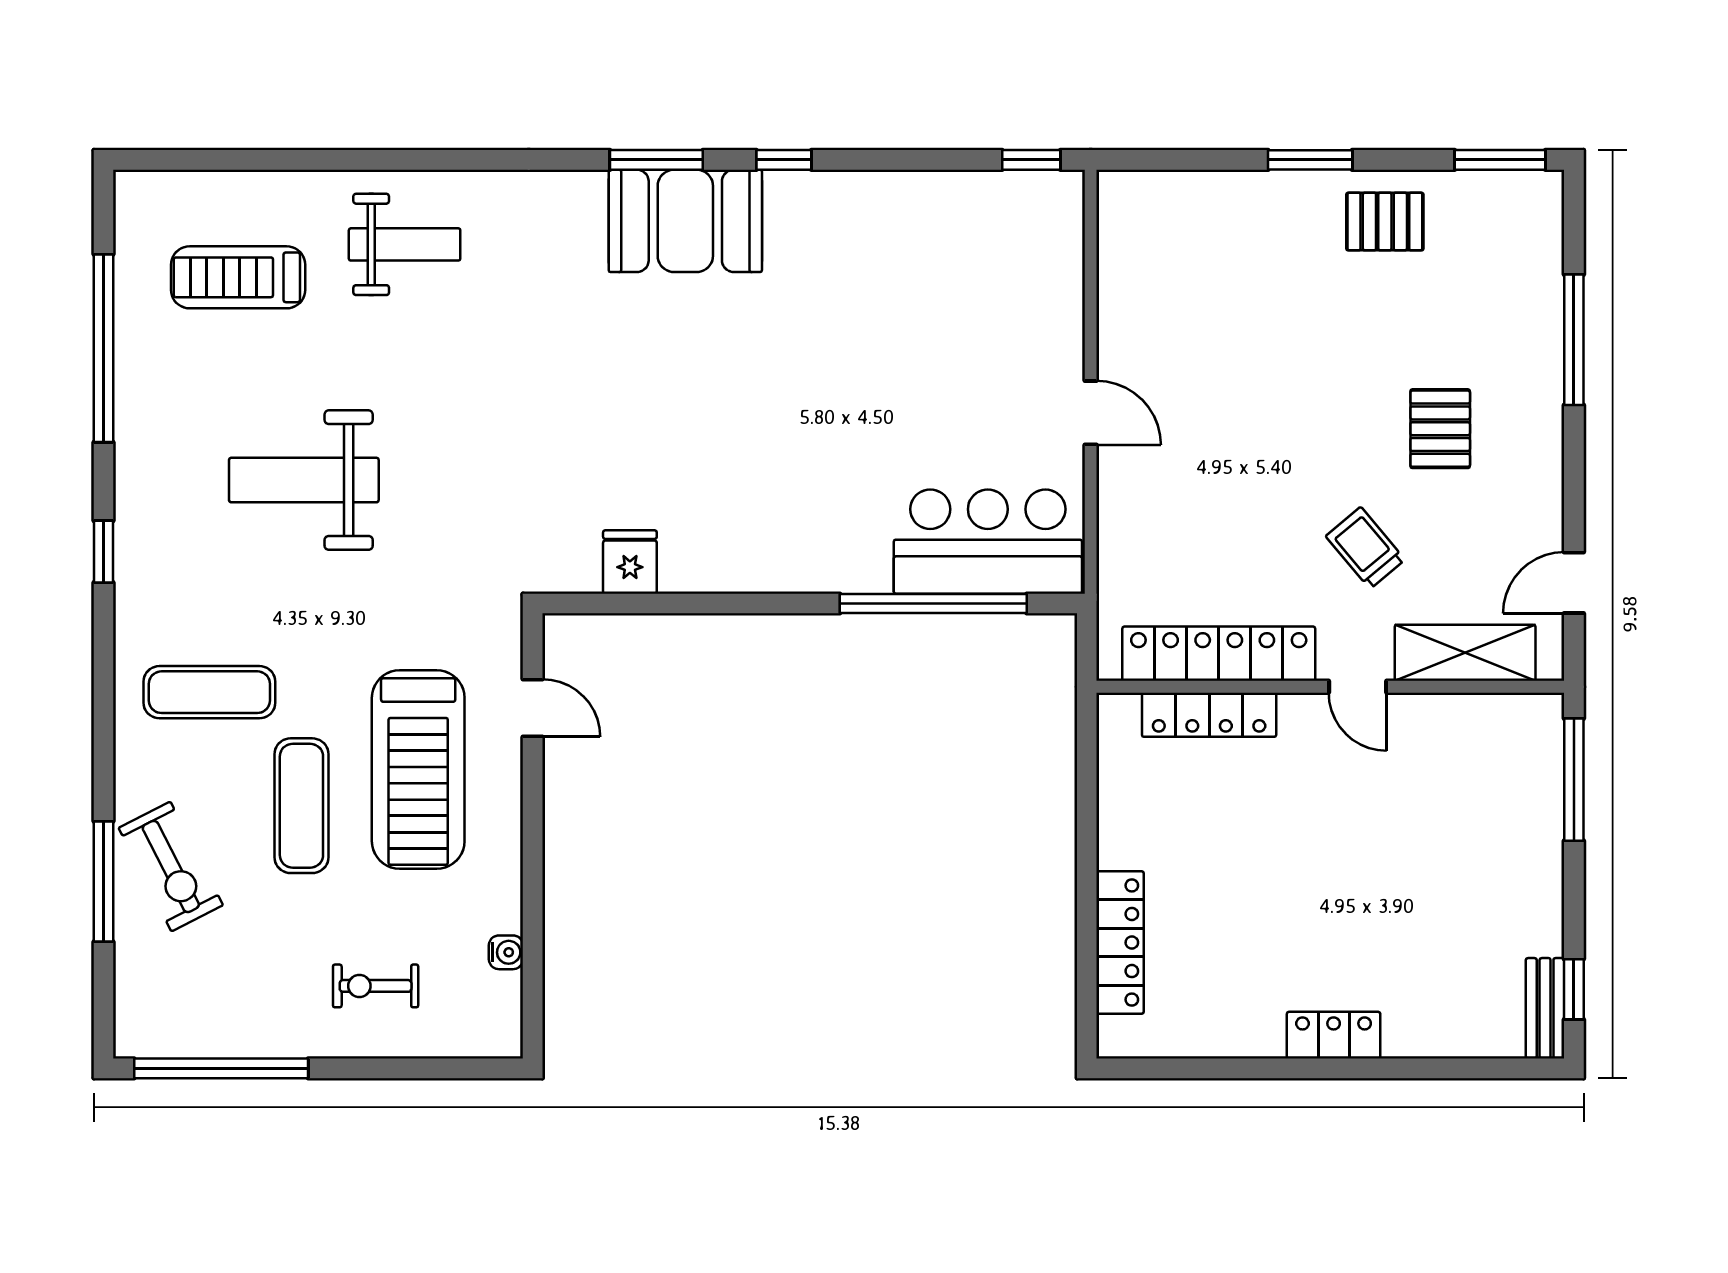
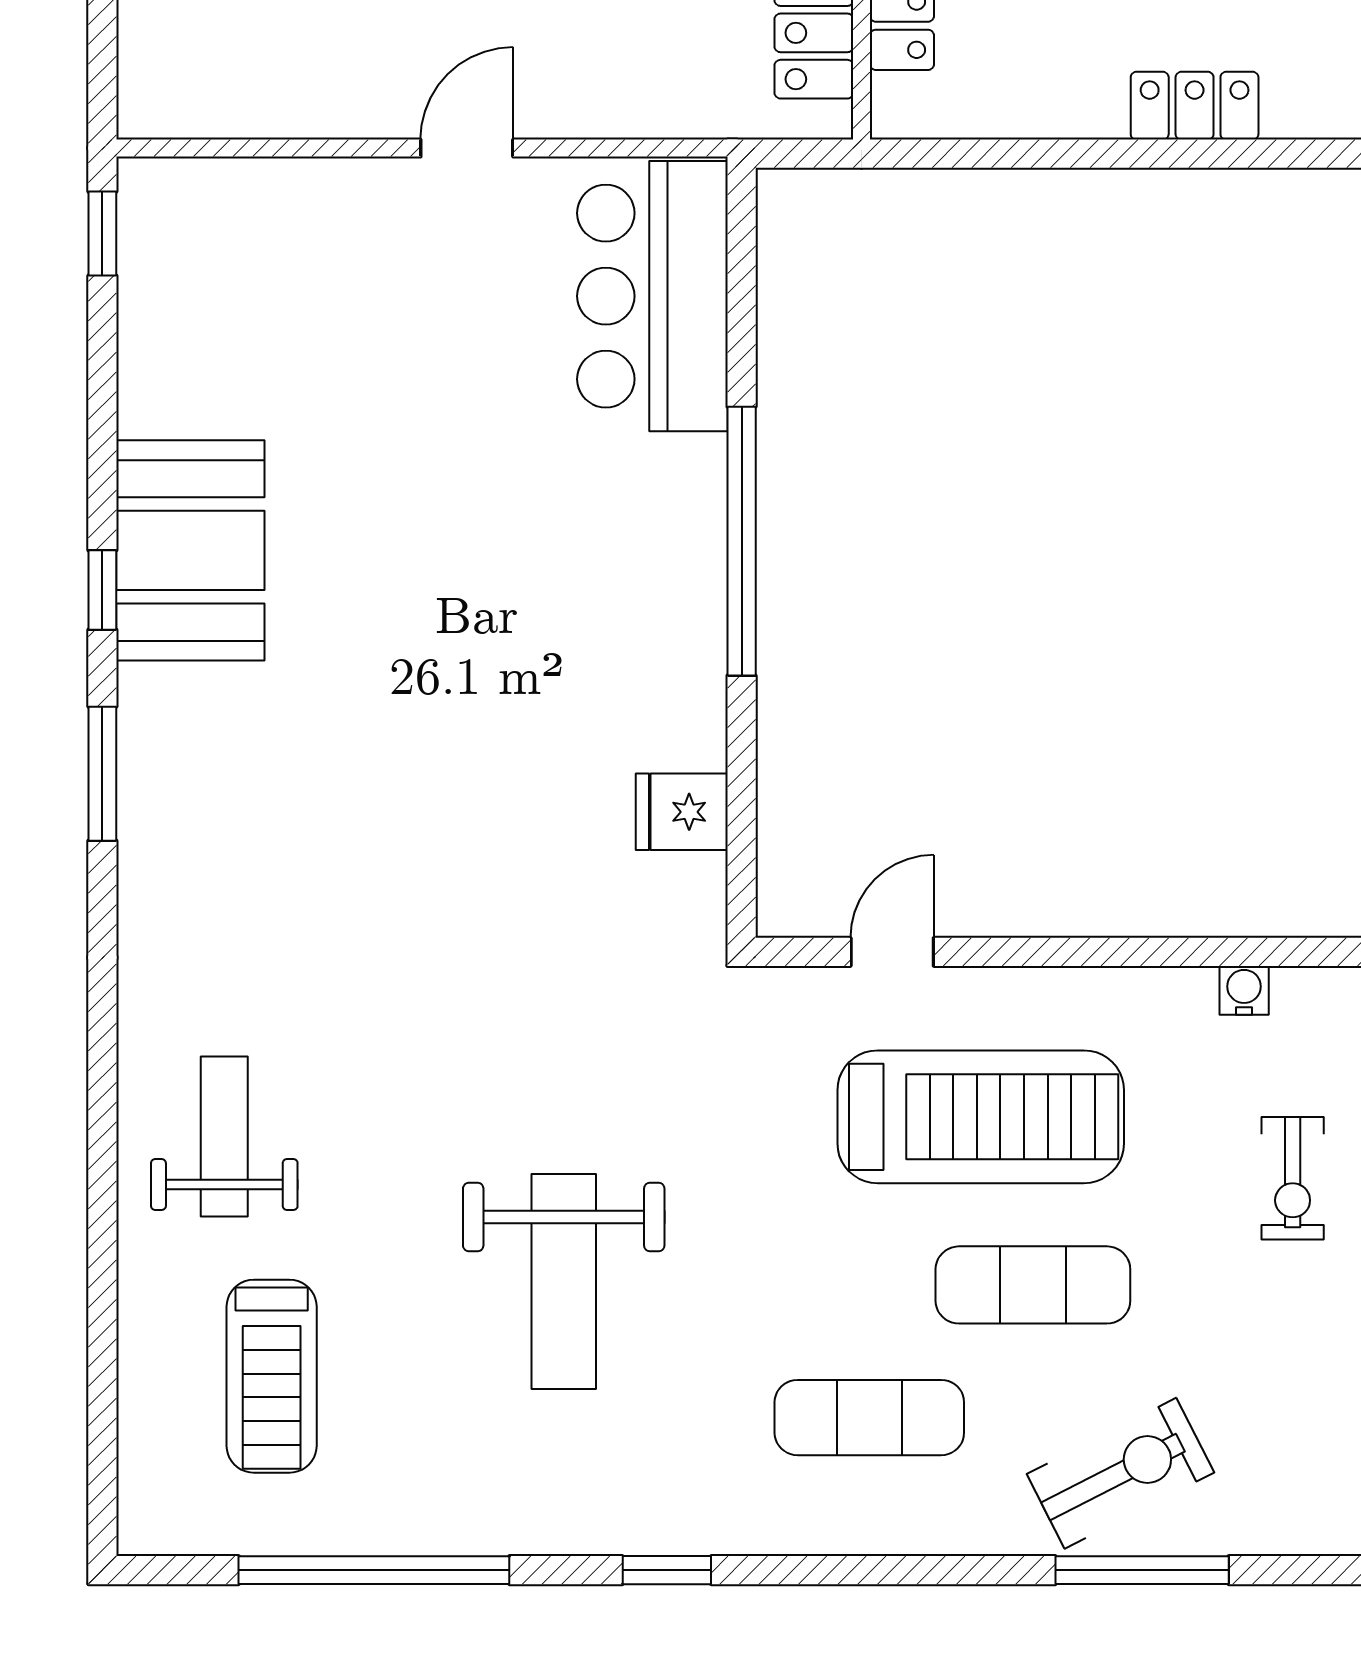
booth: (685, 221) -> (190, 550), moved
window: (933, 603) -> (742, 541), moved
exercise mat: (209, 692) -> (869, 1418), turned 90
locker: (1120, 943) -> (1195, 106), width x0.66

